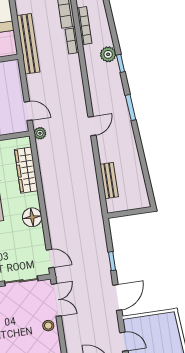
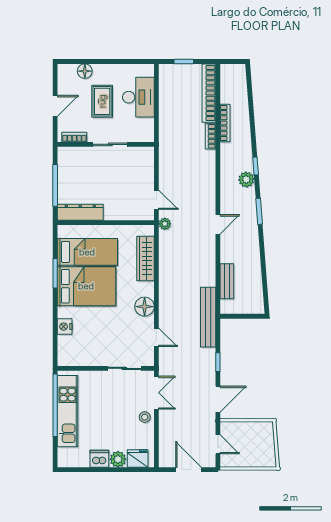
bench: (28, 44) -> (208, 317), moved
plant: (108, 54) -> (246, 179), moved
door: (50, 259) -> (156, 337), moved

